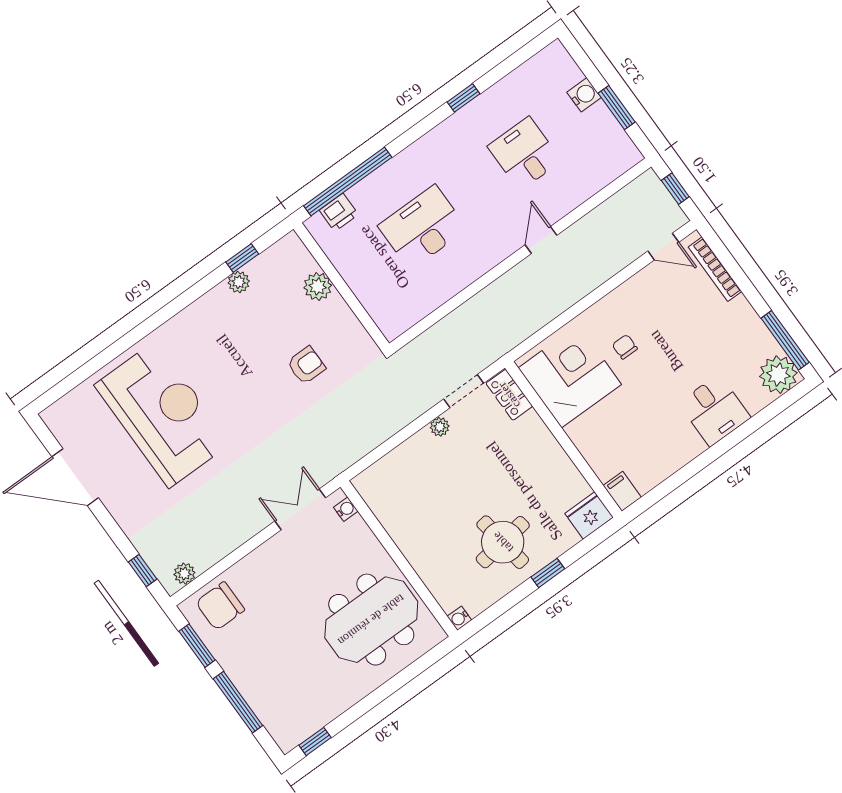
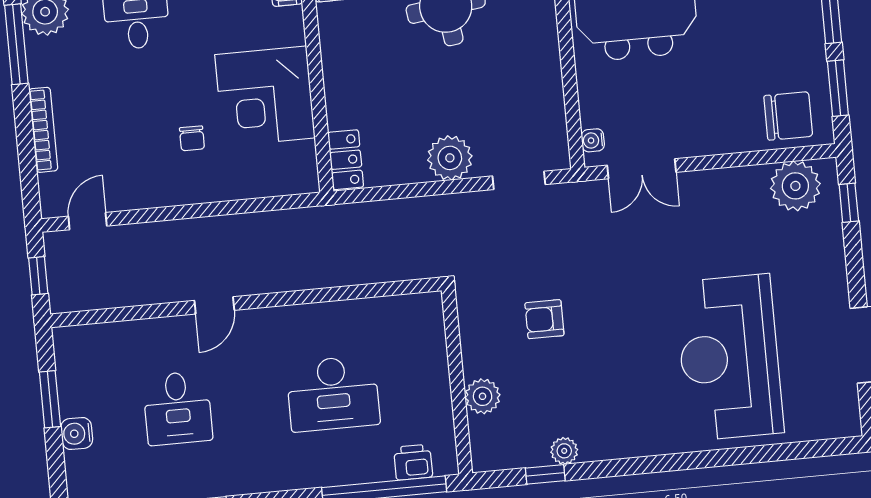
door: (663, 247) -> (88, 221), hinge flipped
bookcase: (715, 269) -> (43, 130), moved
corner desk: (570, 376) -> (265, 96), moved
doorway: (464, 391) -> (519, 180), moved
plant: (440, 427) -> (450, 158), width x1.87, depth x1.87
plant: (184, 574) -> (795, 186), width x1.88, depth x1.88

